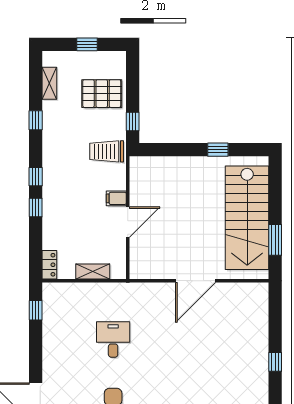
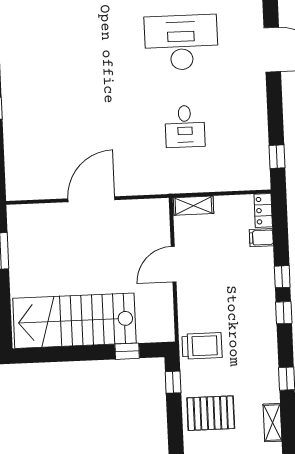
window: (218, 150) -> (127, 351), moved
filing cabinet: (116, 198) -> (261, 238), moved, turned 180
stairs: (247, 218) -> (74, 321), moved, turned -90
shelving: (93, 271) -> (193, 206), moved

